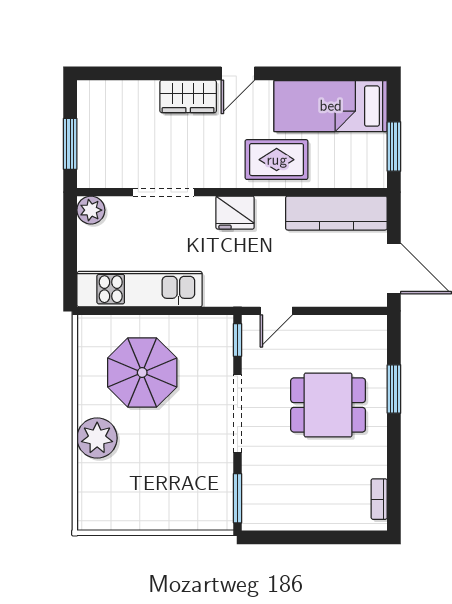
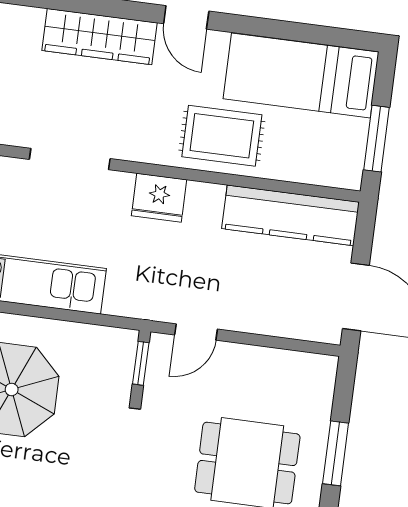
door: (238, 73) -> (186, 17), hinge flipped
wardrobe: (188, 96) -> (99, 37), width x1.50

